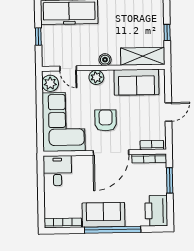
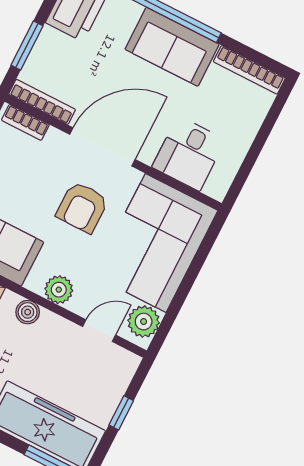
door: (68, 68) -> (99, 331), hinge flipped
desk: (57, 171) -> (189, 153), moved

